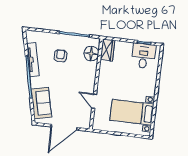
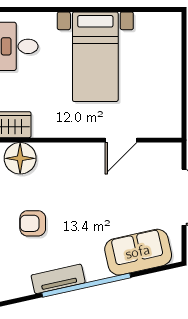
tv unit: (33, 60) -> (58, 279), width x0.71
bed with nightstands: (132, 112) -> (95, 57), moved

